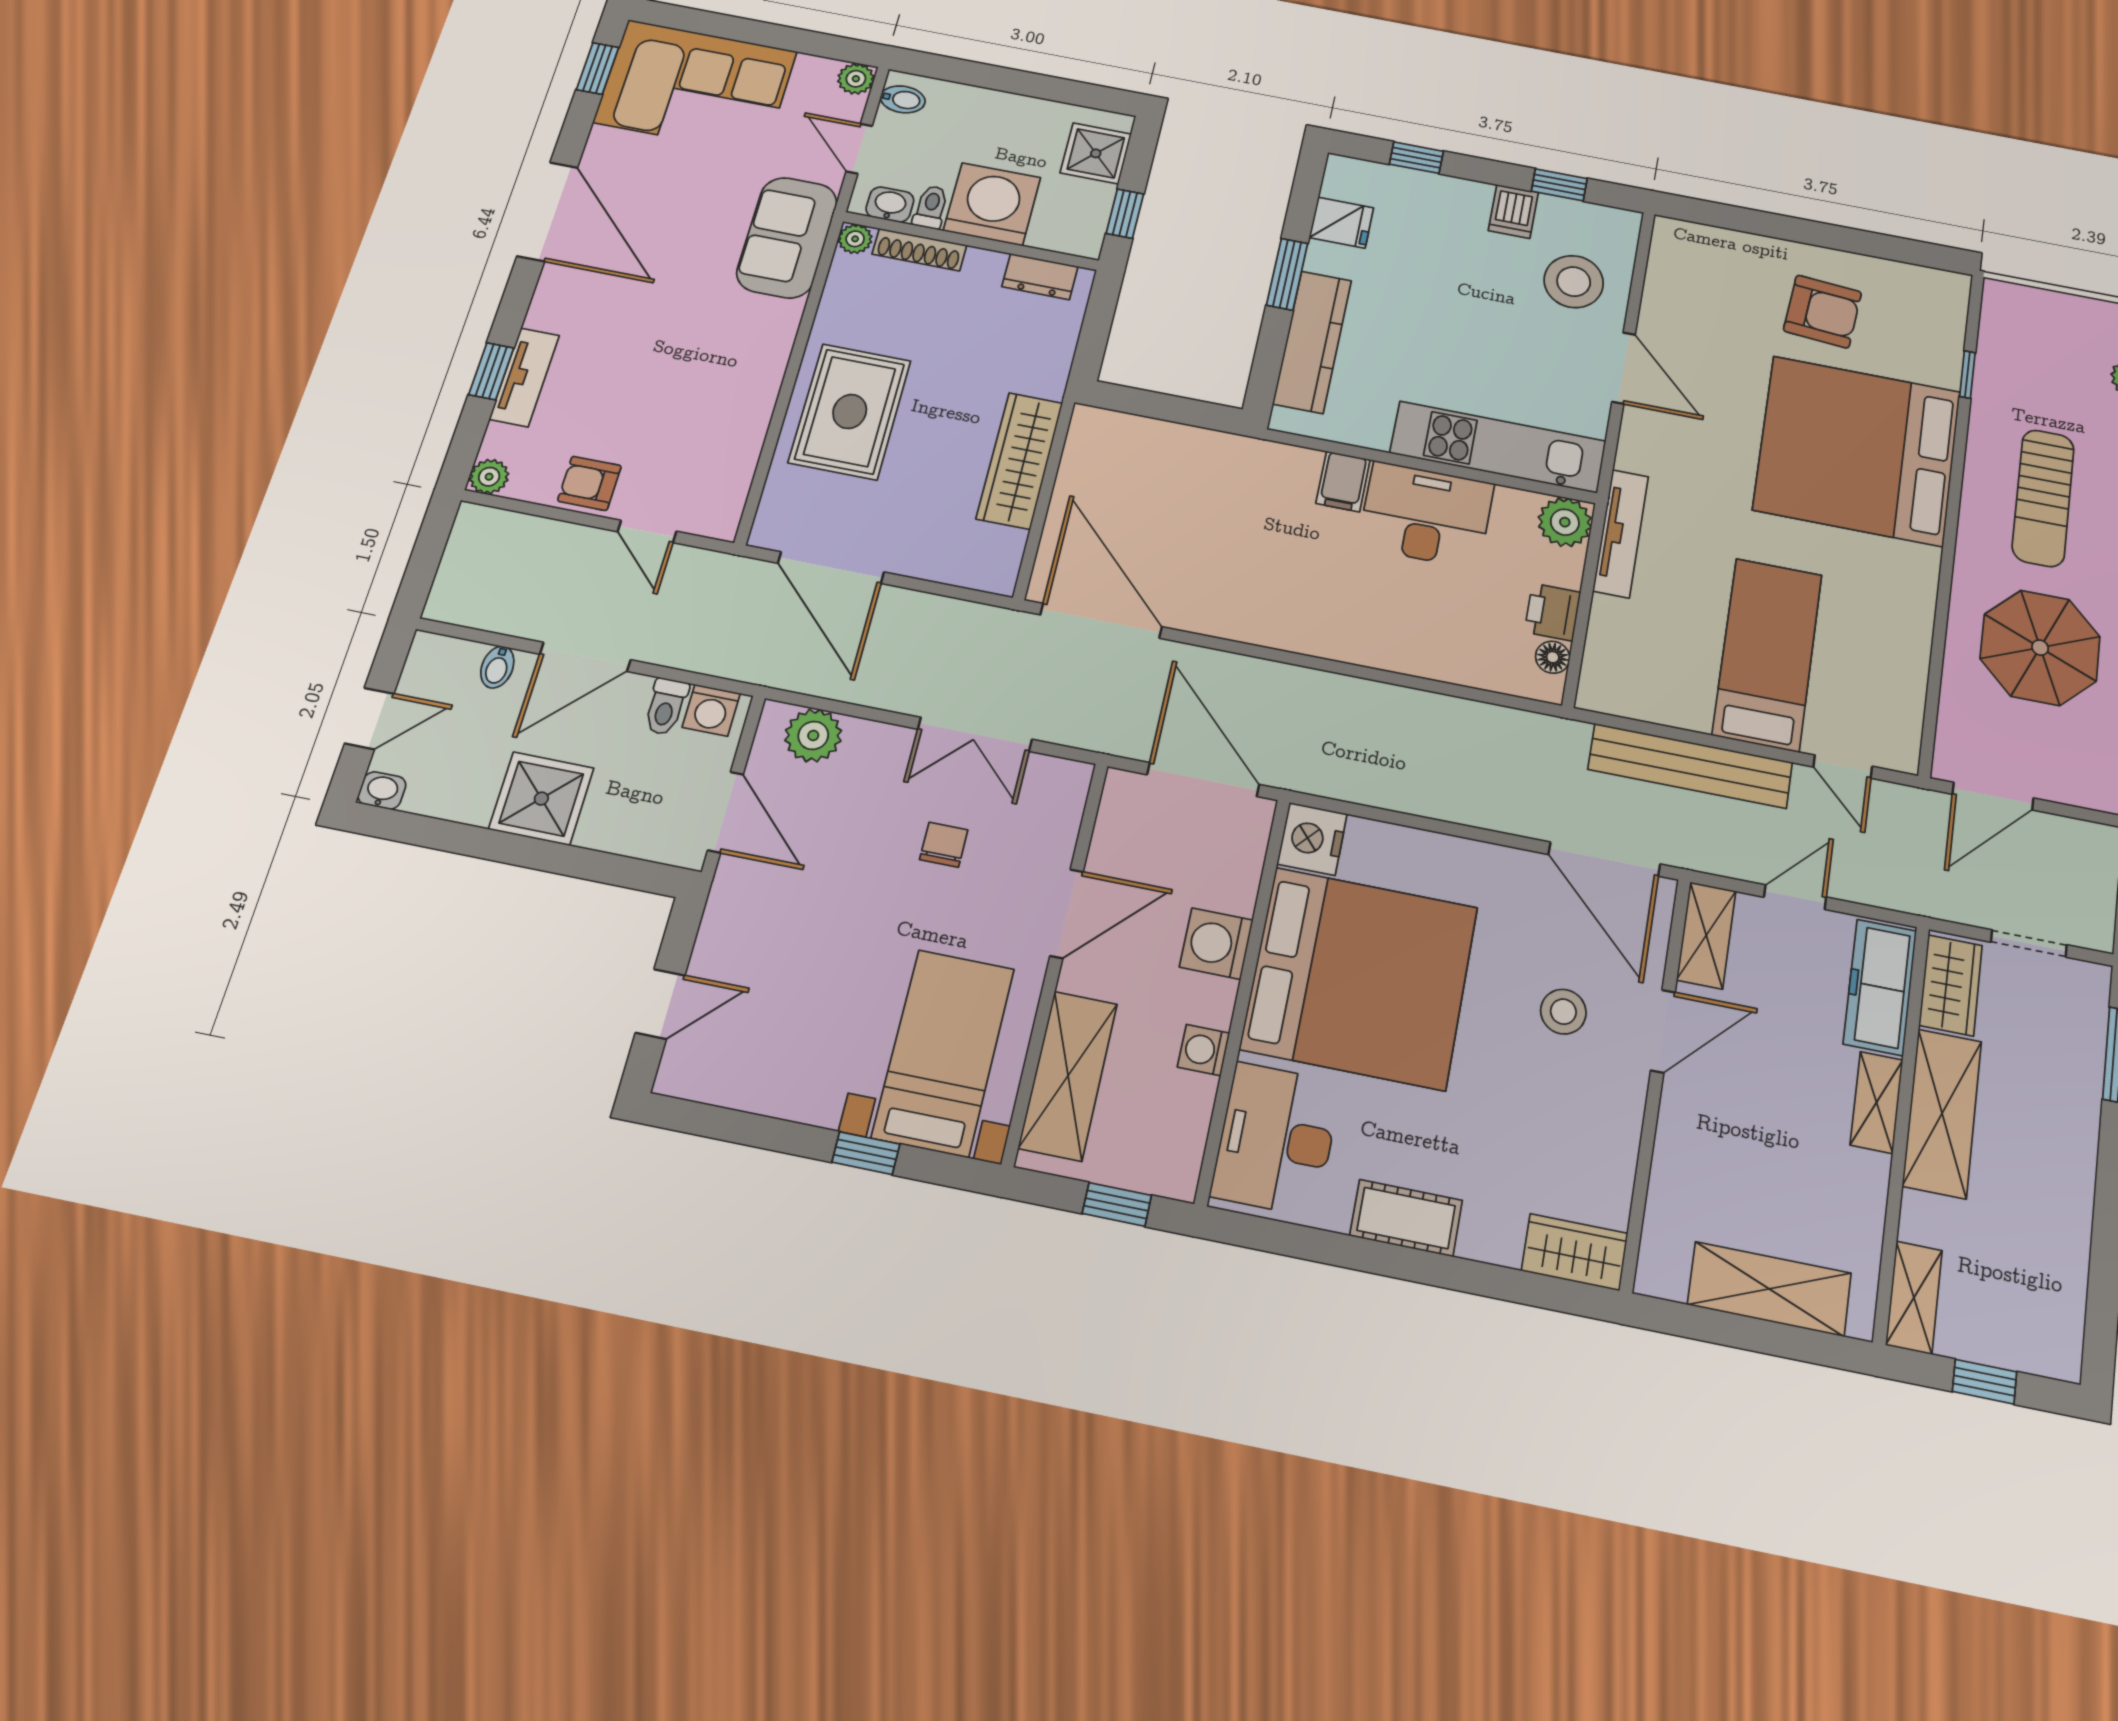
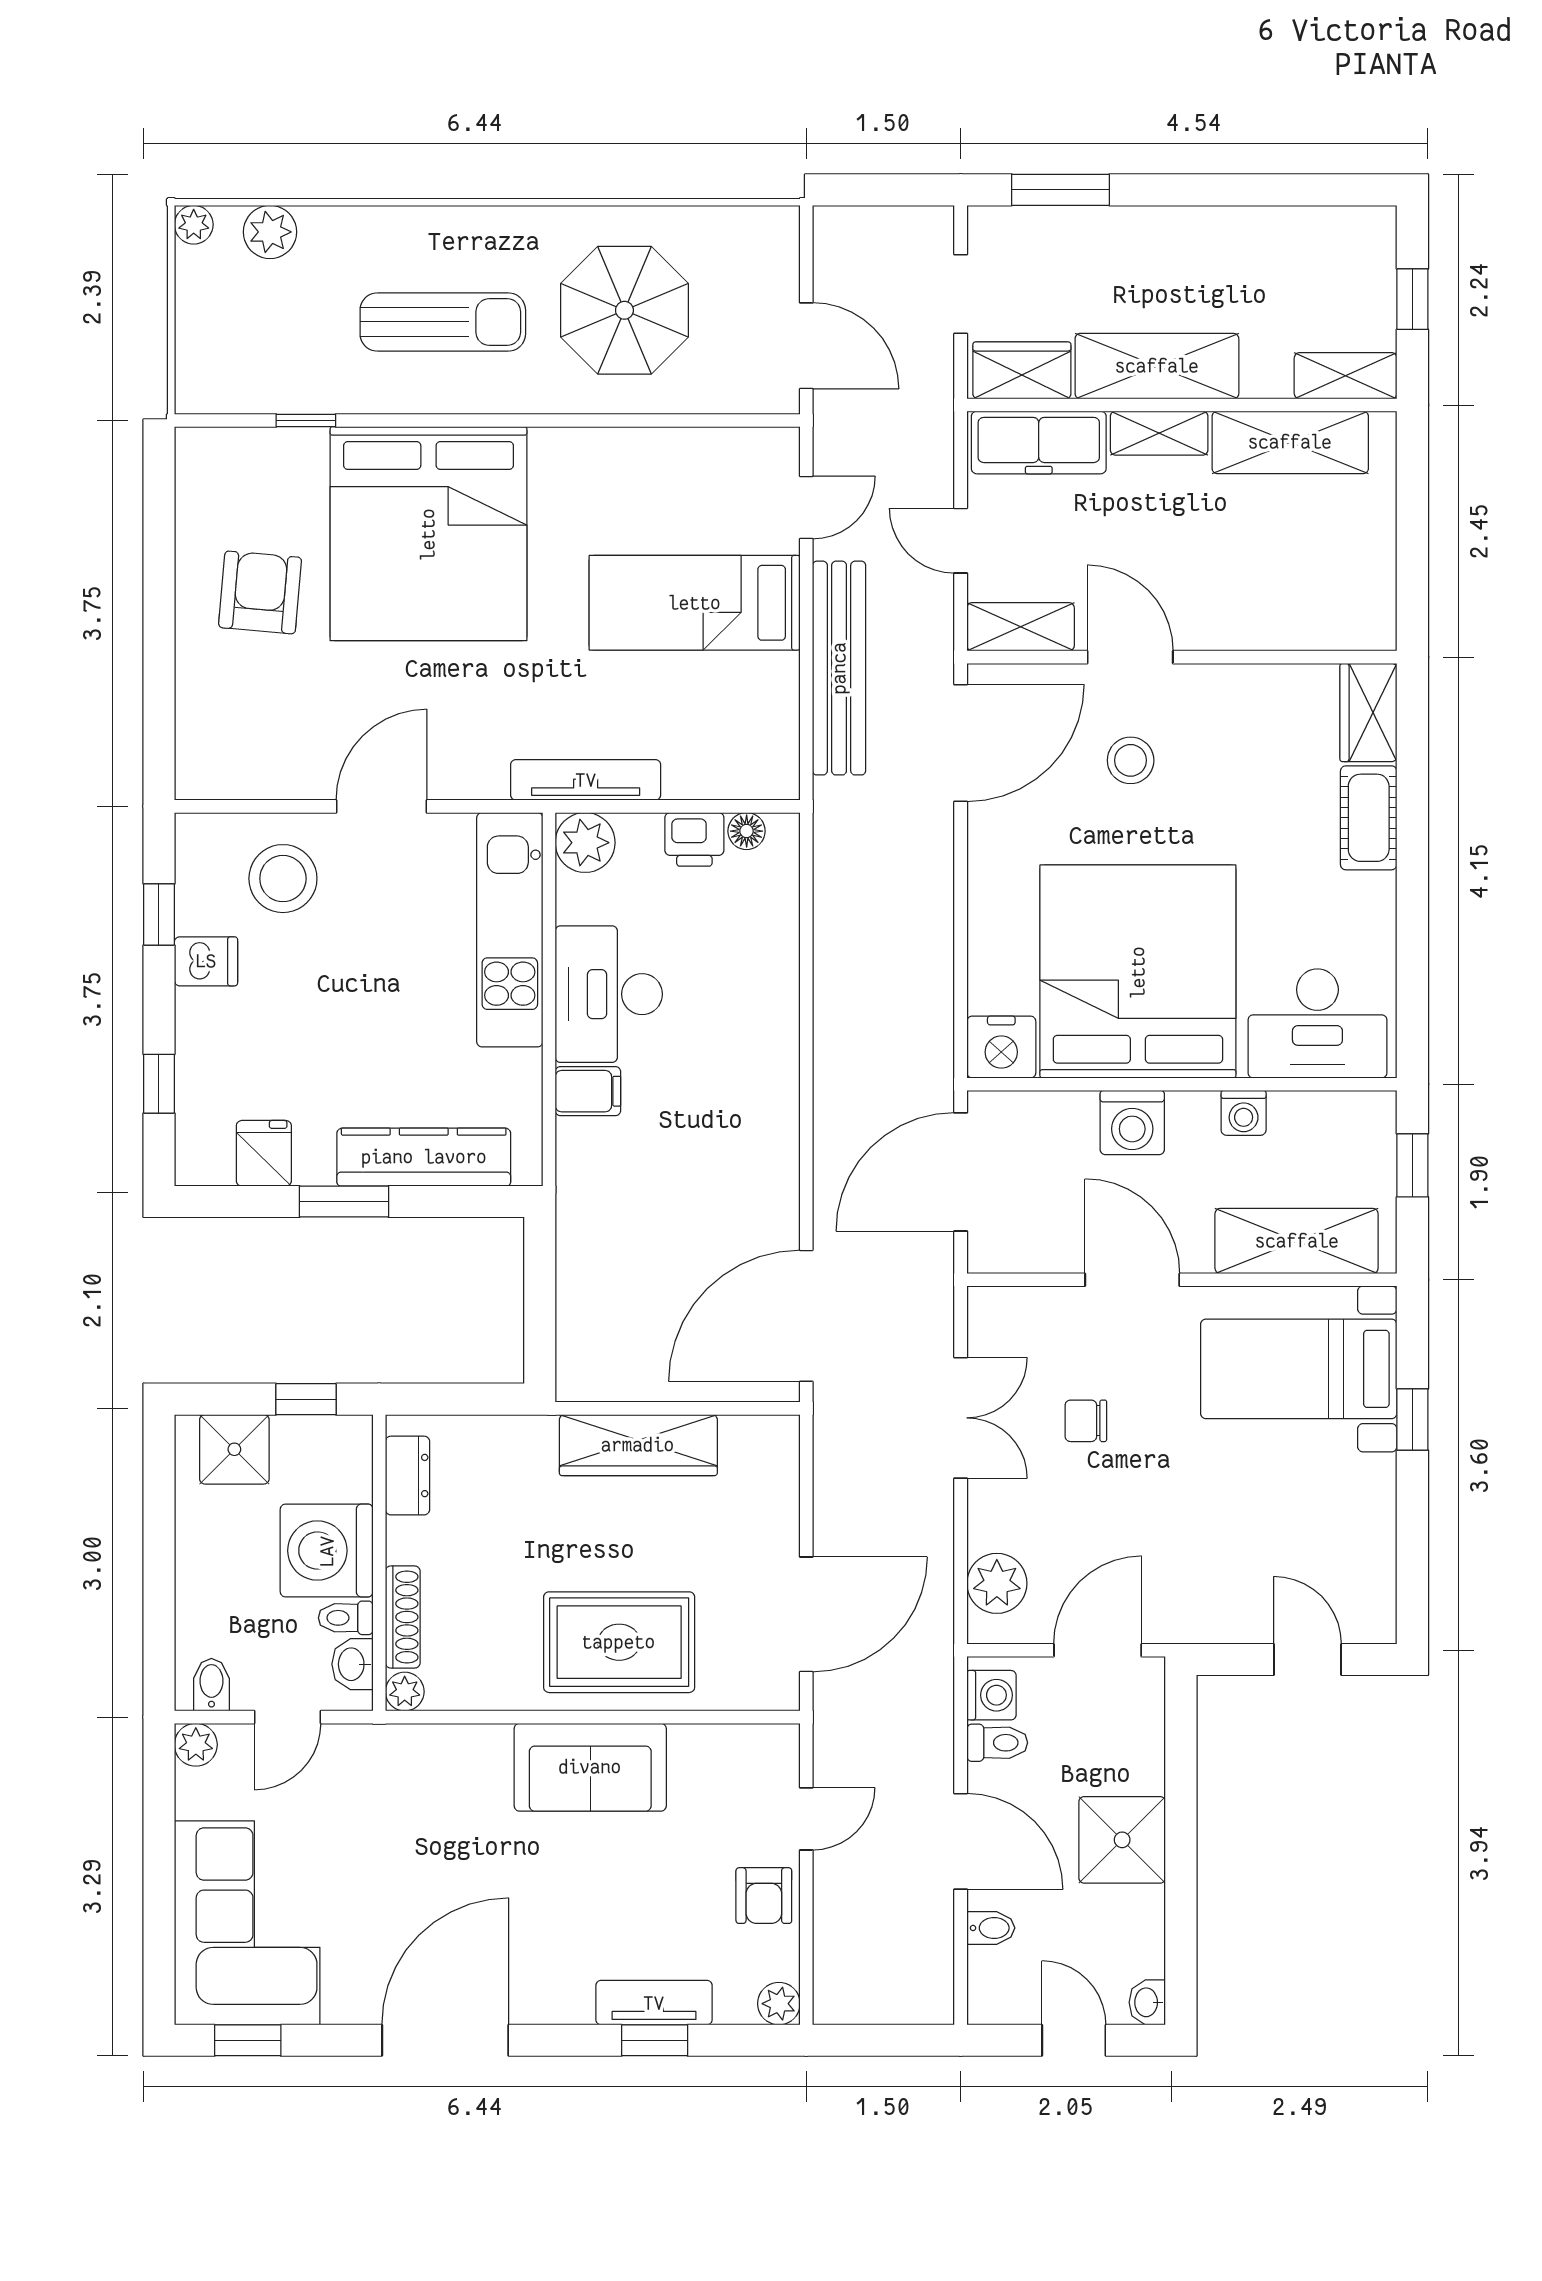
sofa: (787, 237) -> (590, 1767), moved
cot: (1406, 1218) -> (1369, 818), moved
shelving: (1769, 1289) -> (1290, 442), moved, turned 90

